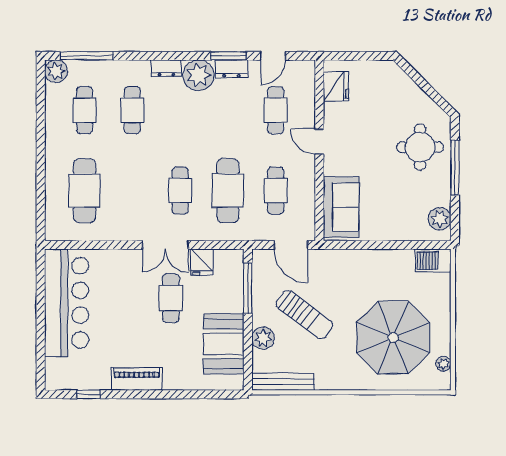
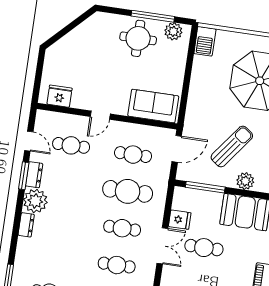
cafe table: (132, 110) -> (117, 265), moved
round table: (420, 147) -> (138, 38), moved
window: (455, 168) -> (153, 16), moved

